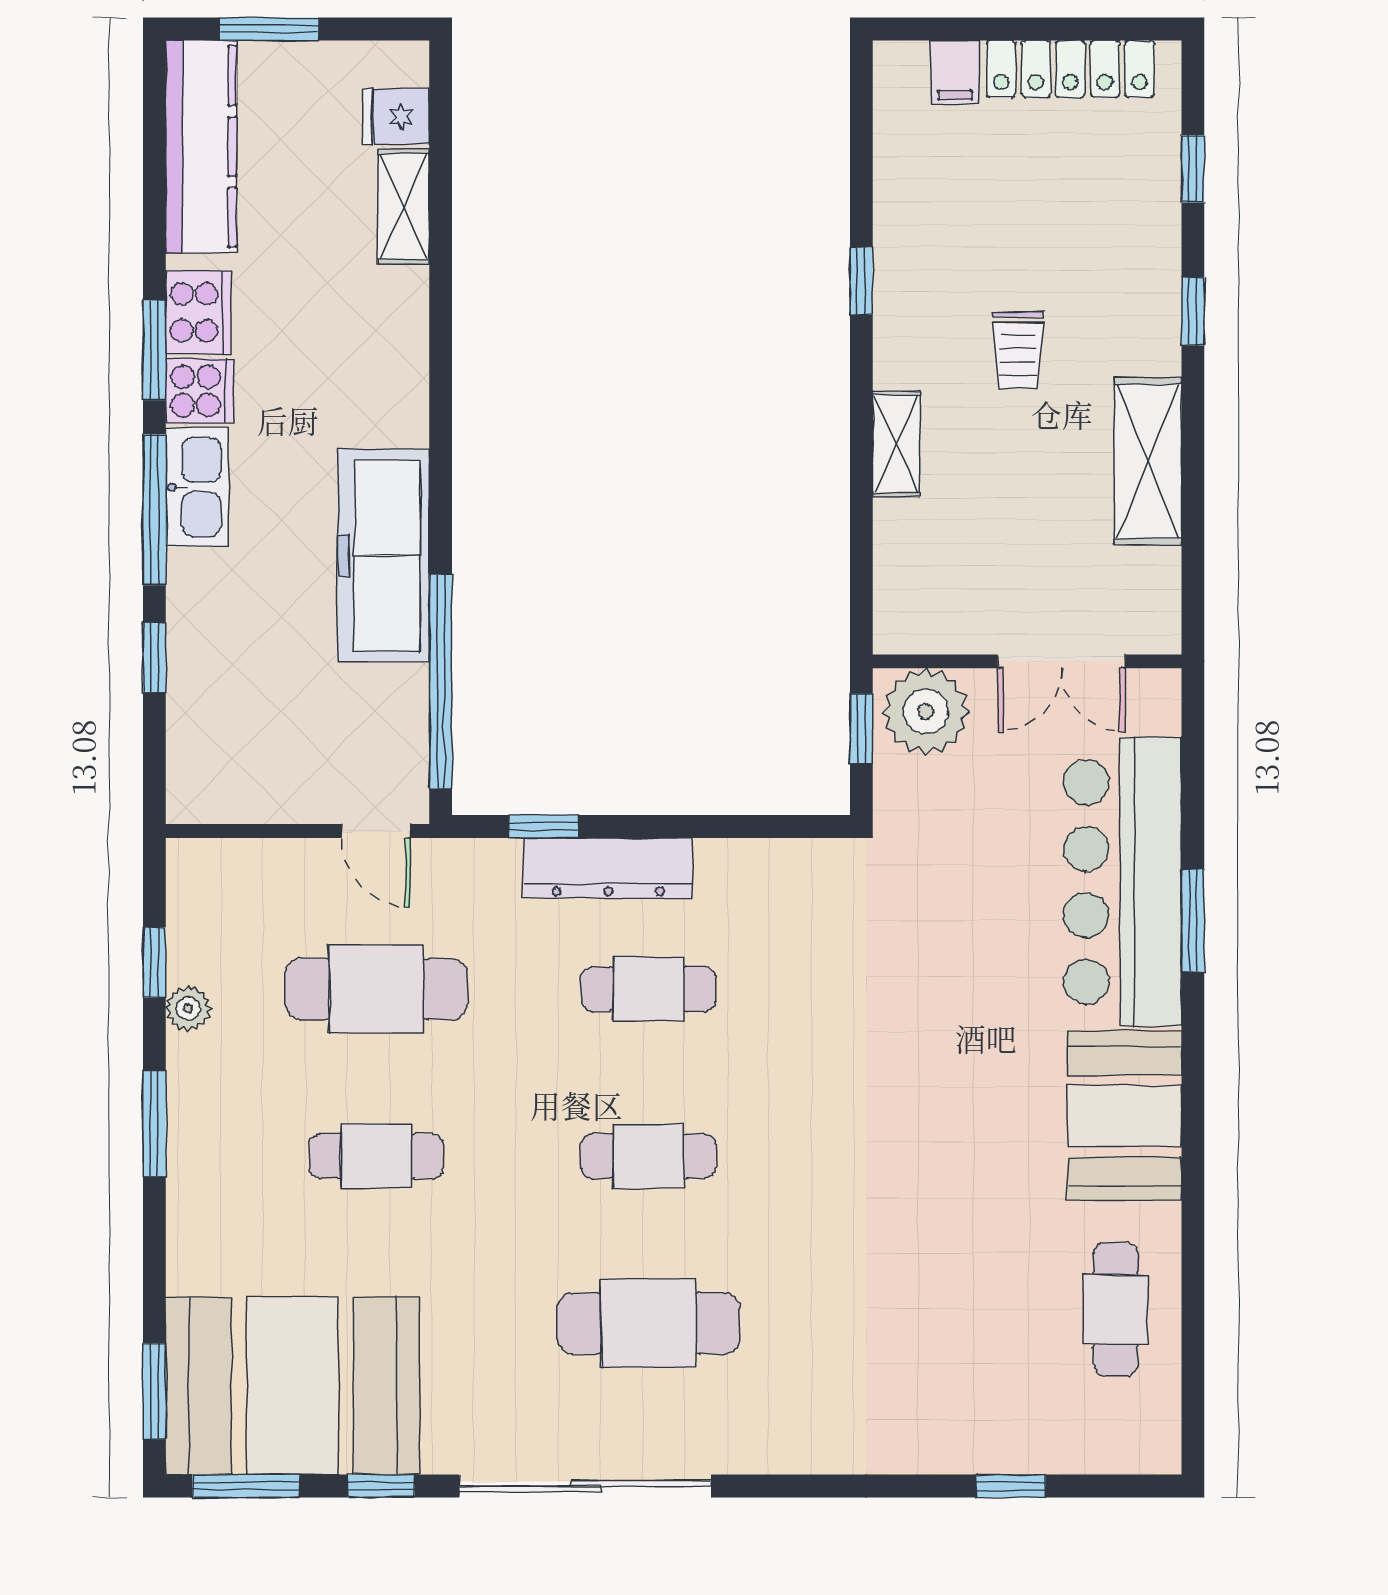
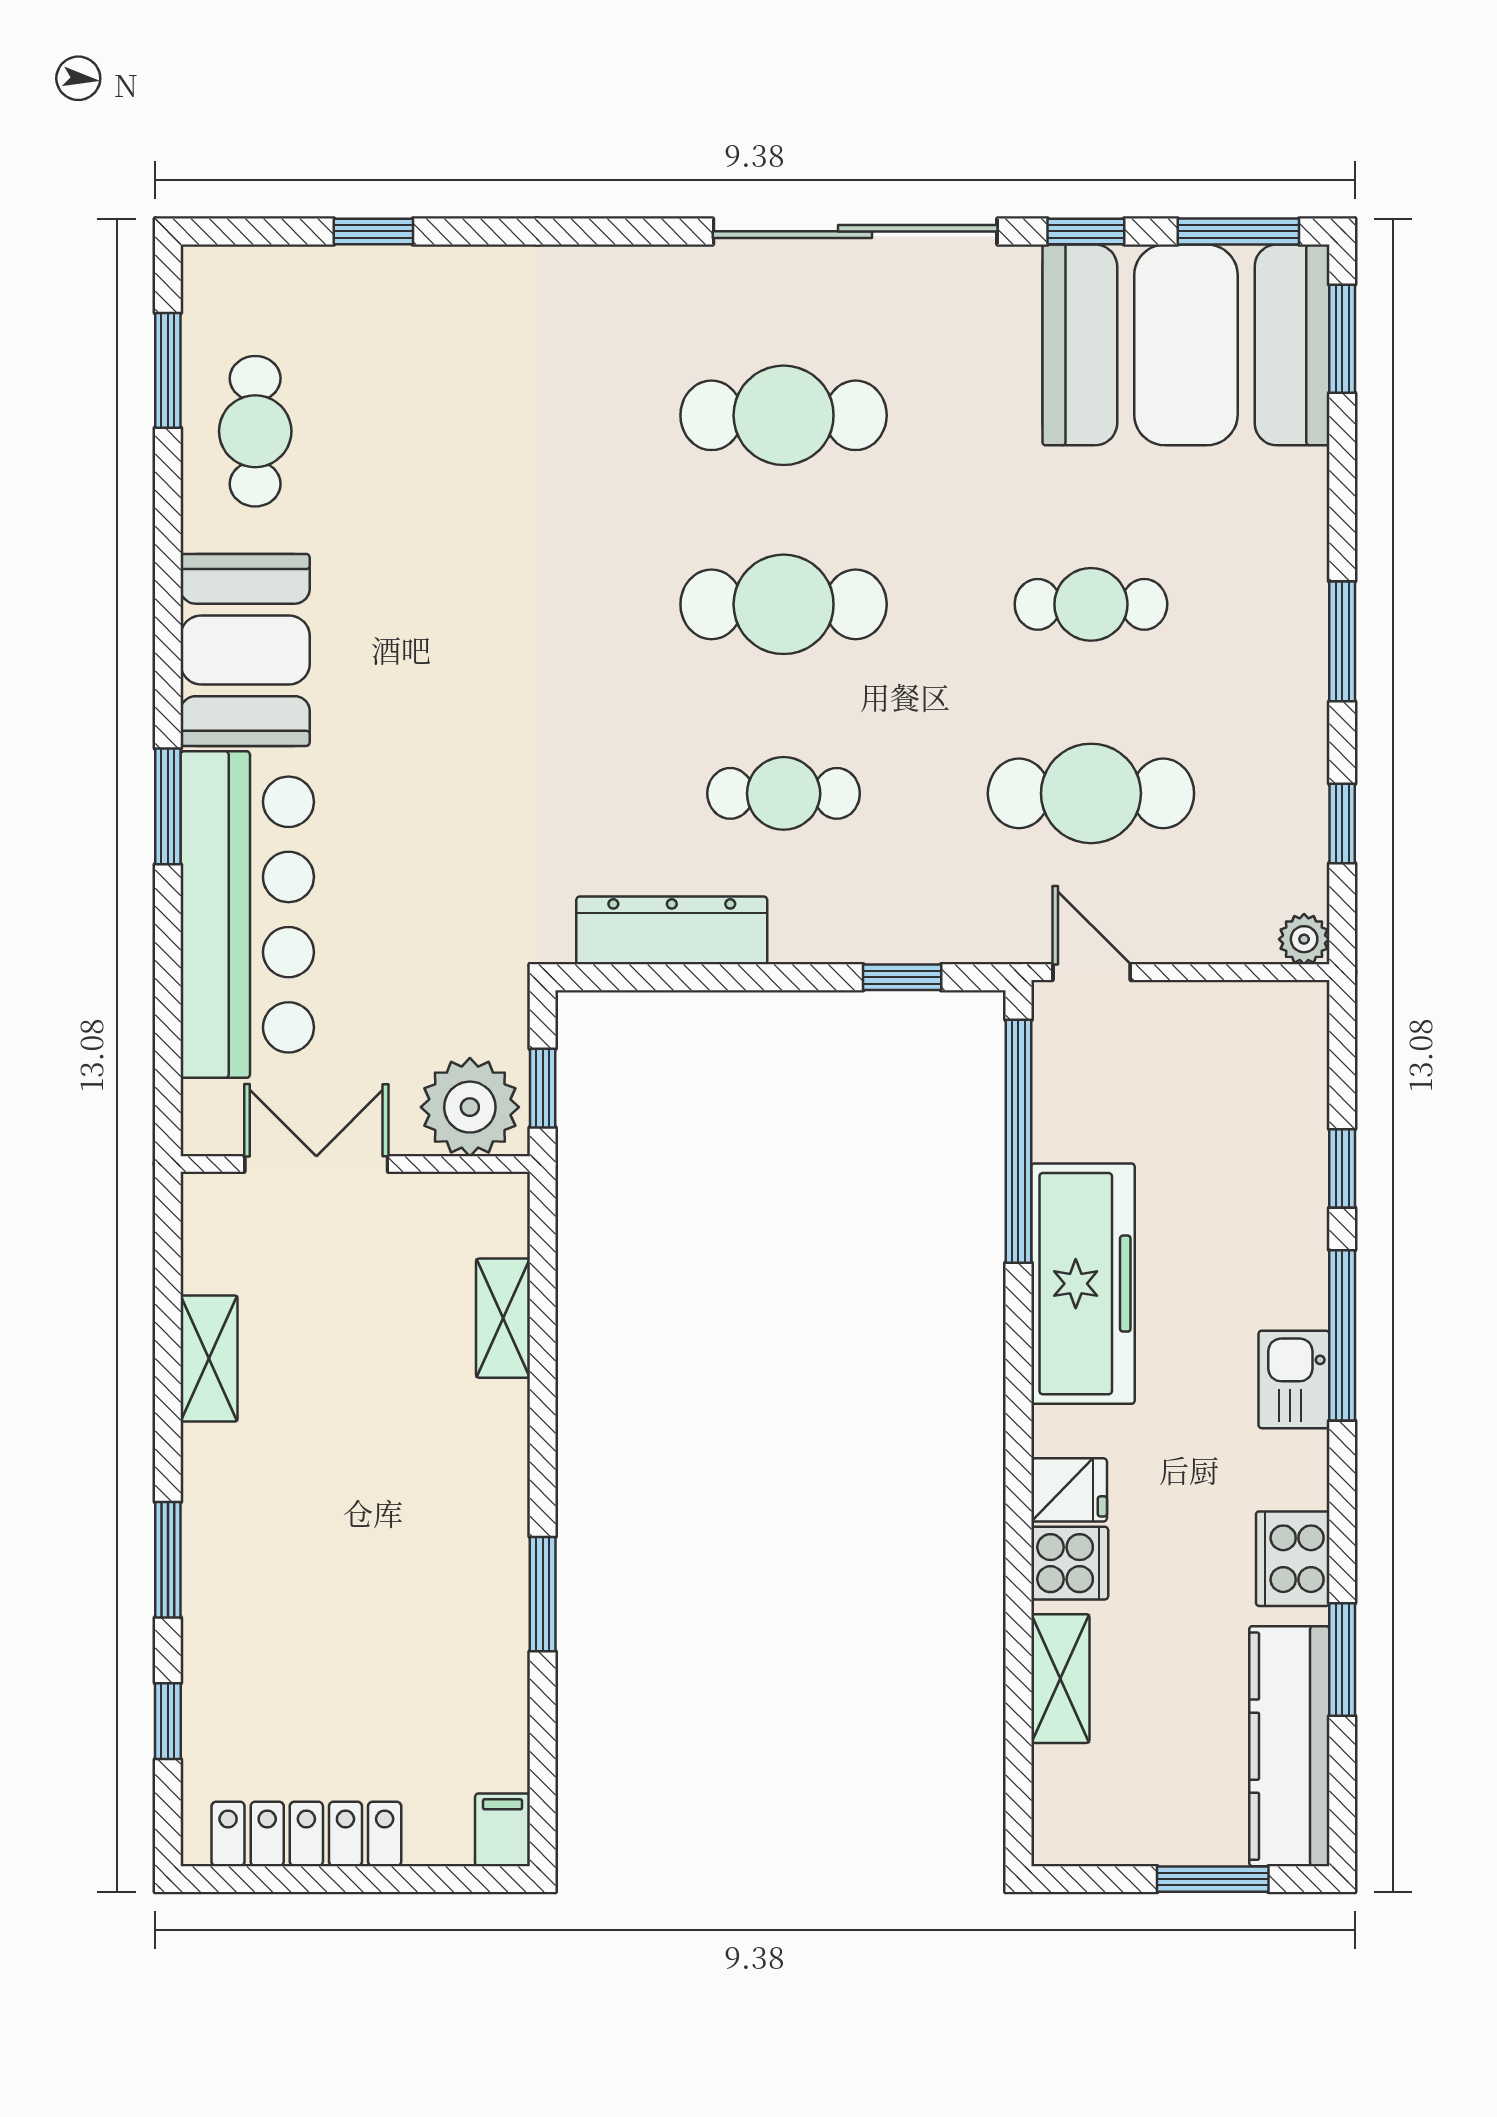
filing cabinet: (955, 73) -> (502, 1830), moved
fridge: (396, 117) -> (1069, 1490), moved
window: (861, 281) -> (543, 1594), width x1.50
window: (1193, 311) -> (168, 1560), width x1.50
window: (154, 350) -> (1342, 1659), moved
trolley: (1018, 350) -> (365, 1516), removed
cooker: (200, 391) -> (1070, 1563), moved, turned 180
shelving: (896, 444) -> (503, 1318), moved
shelving: (1148, 461) -> (209, 1359), width x0.67, depth x0.75
kitchen sink: (197, 487) -> (1294, 1379), width x0.73
dresser: (608, 868) -> (672, 930), moved
window: (1193, 921) -> (168, 806), moved
plant: (188, 1008) -> (1304, 939), moved
cafe table: (648, 1156) -> (784, 604), width x1.37, depth x1.35
window: (1193, 1363) -> (168, 370), added

